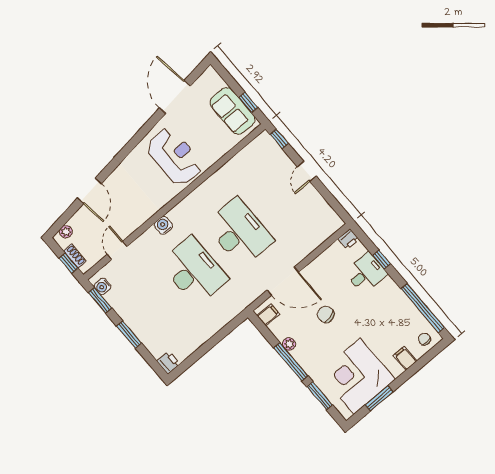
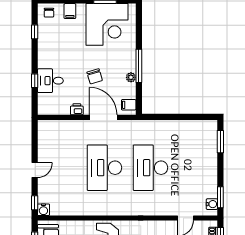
water cooler: (163, 225) -> (43, 210), moved
printer: (349, 239) -> (77, 109), moved
window: (423, 308) -> (35, 32), width x0.32
window: (129, 335) -> (220, 142), moved
printer: (168, 362) -> (211, 127), removed
window: (320, 396) -> (139, 32), removed

